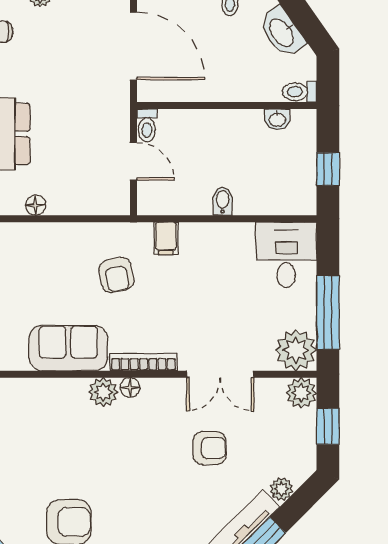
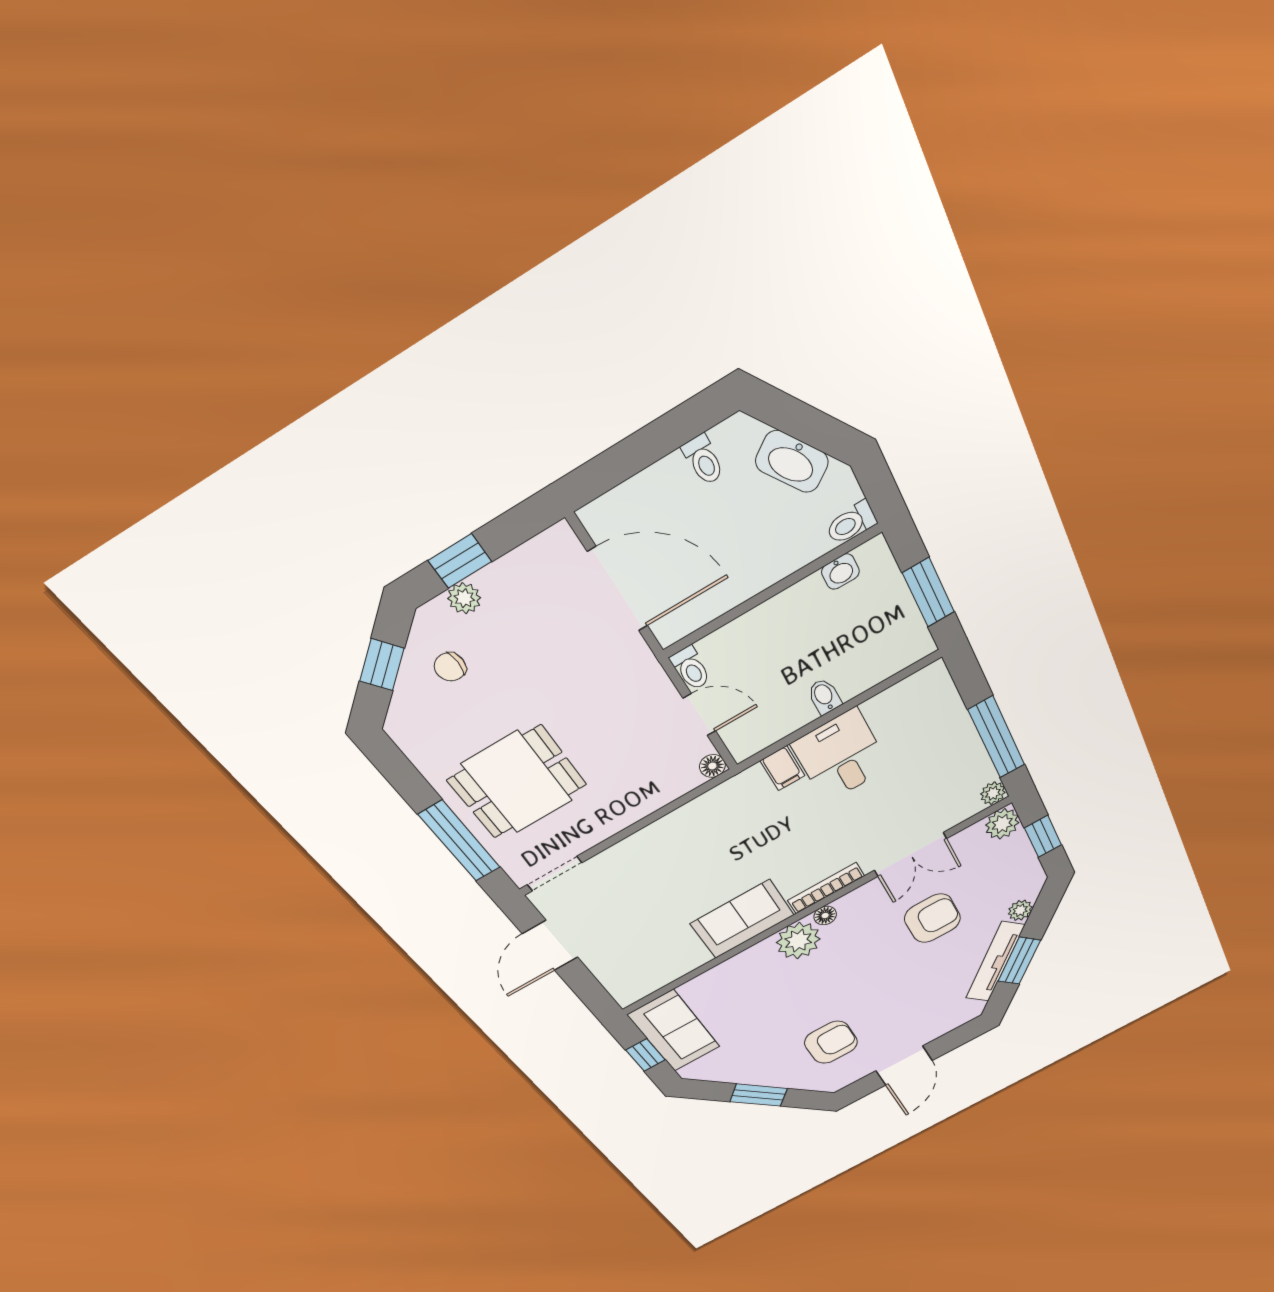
window: (328, 169) -> (929, 592), width x1.50
floor lamp: (36, 205) -> (712, 766), moved
desk: (286, 255) -> (841, 756), moved
armchair: (116, 275) -> (751, 831), removed
plant: (296, 350) -> (993, 793), width x0.53, depth x0.53
plant: (103, 392) -> (798, 941), width x1.36, depth x1.36
armchair: (209, 448) -> (933, 918), width x1.38, depth x1.38

